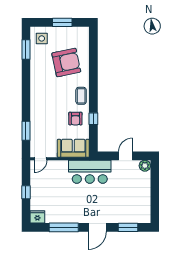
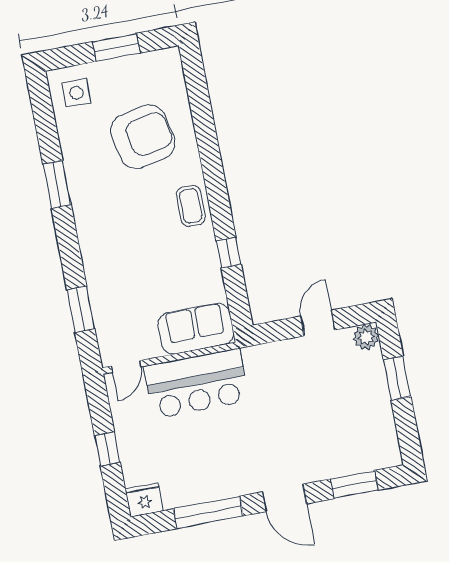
window: (26, 49) -> (57, 184), moved
armchair: (75, 119) -> (188, 260), removed
bar counter: (90, 172) -> (196, 384), moved
window: (155, 186) -> (397, 378), added
door: (97, 227) -> (284, 498), hinge flipped

